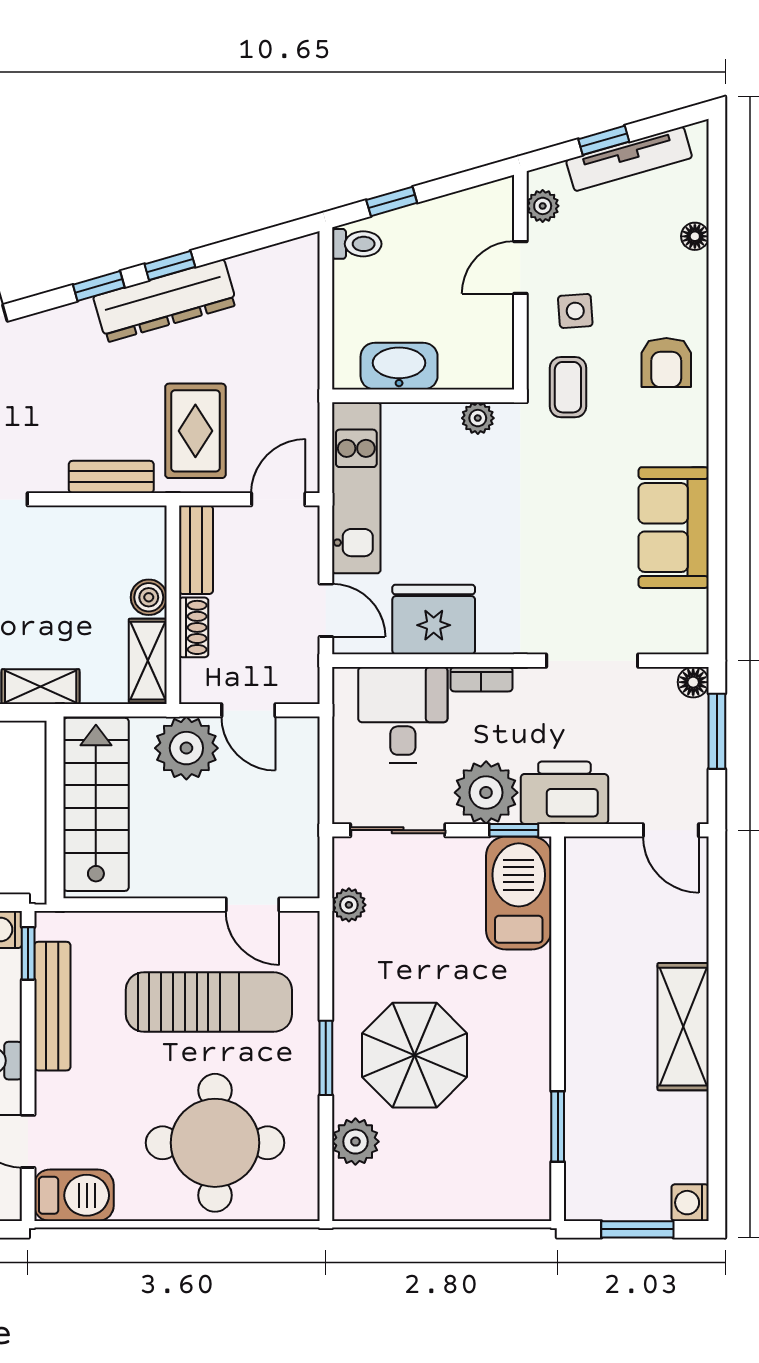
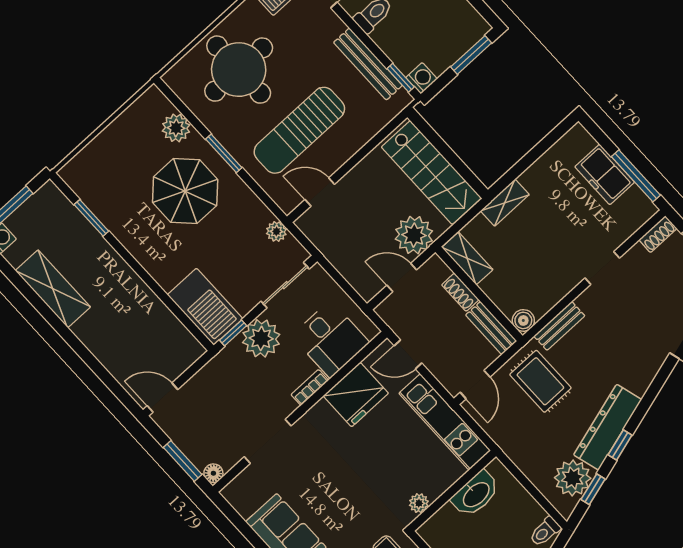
plant: (264, 278) -> (573, 478), added
window: (99, 286) -> (593, 489), moved
boiler: (149, 597) -> (523, 320), moved
printer: (564, 793) -> (226, 371), removed
shelving: (683, 1027) -> (53, 289), moved

